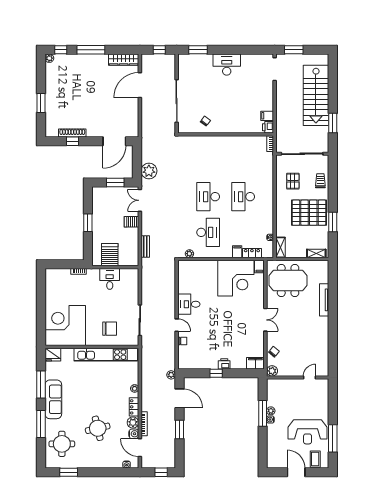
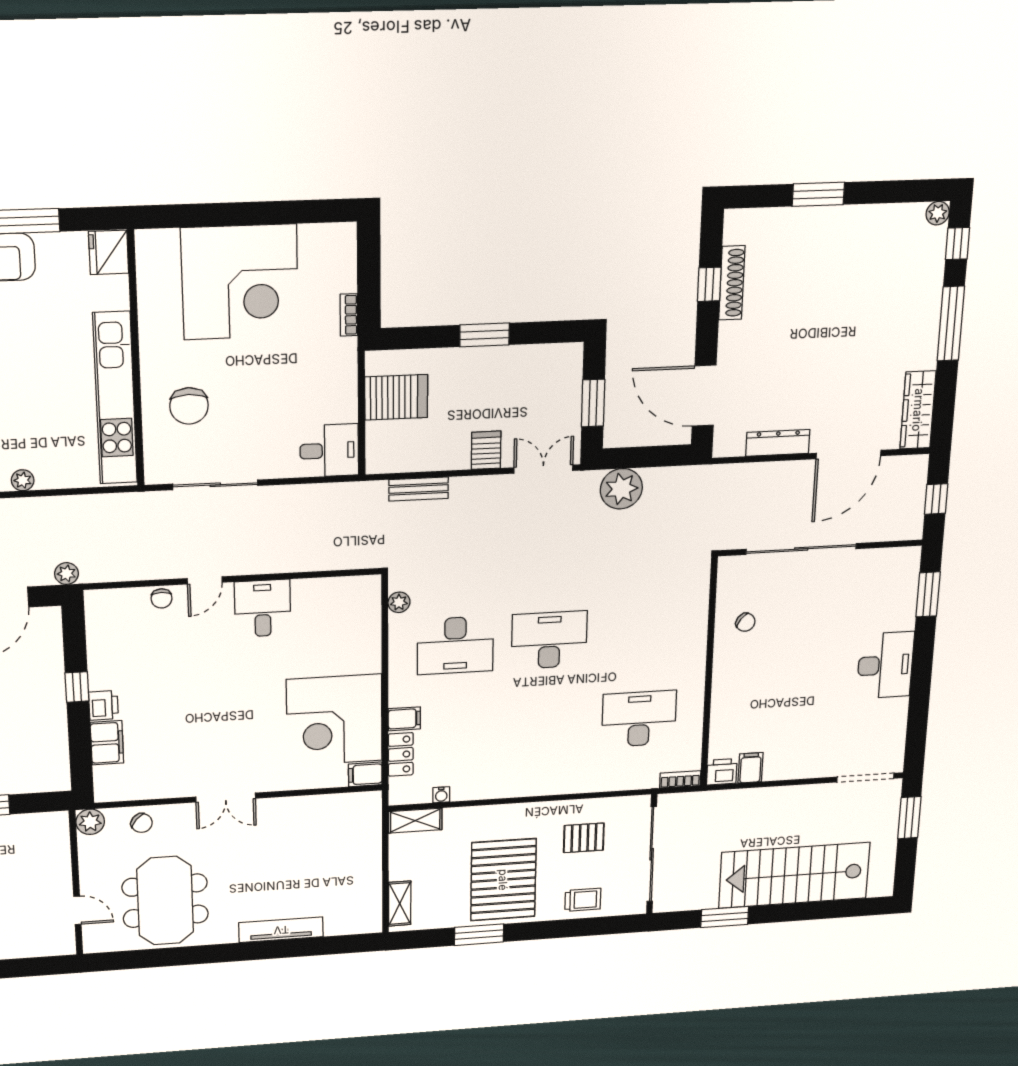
door: (140, 85) -> (849, 455), swing flipped
dresser: (134, 113) -> (778, 443), added
desk: (243, 197) -> (639, 719), moved
desk: (110, 279) -> (329, 451), moved
meeting table: (288, 280) -> (165, 901), moved
corner desk: (65, 325) -> (240, 282), moved, turned 90
filing cabinet: (255, 363) -> (107, 743), moved

